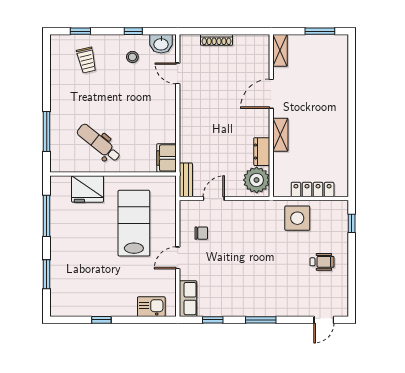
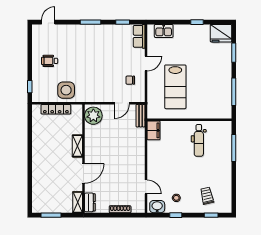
dental chair: (99, 143) -> (199, 140), turned 51
dresser: (262, 152) -> (90, 202), moved
fridge: (88, 189) -> (221, 33), moved, turned 180

